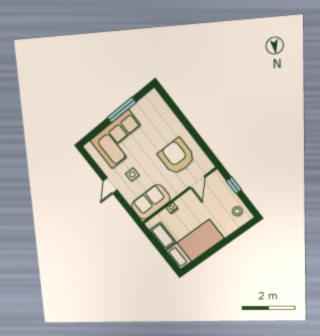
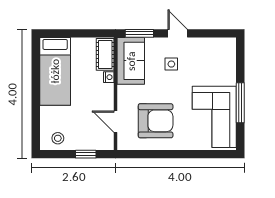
corner sofa: (120, 139) -> (214, 117), moved
window: (129, 210) -> (139, 33), added
cot: (163, 236) -> (105, 54), moved, turned 90

